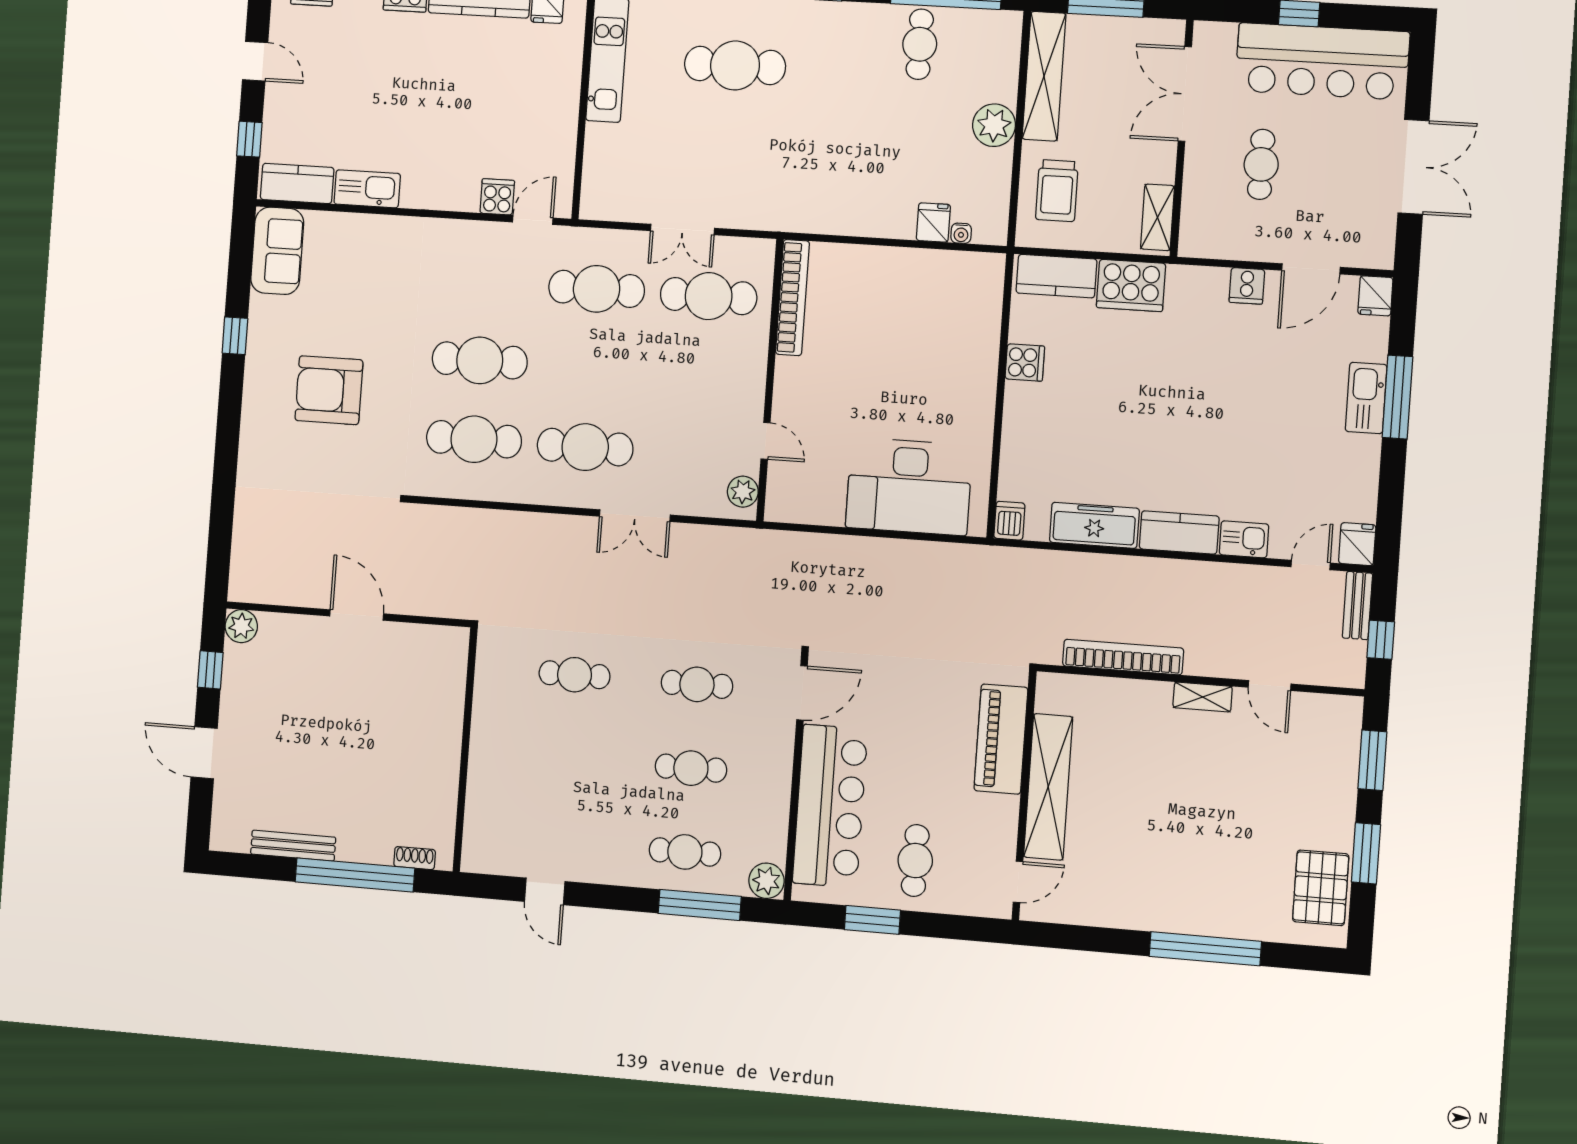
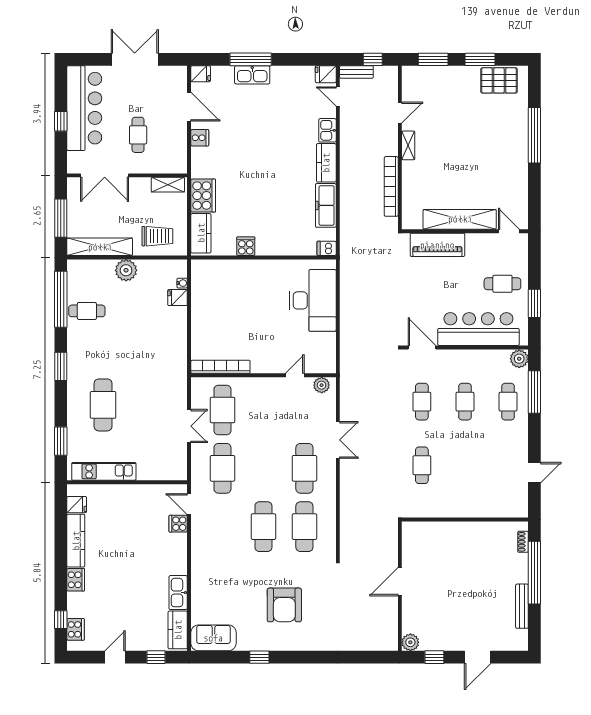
cafe table: (1261, 164) -> (138, 135), turned 90

